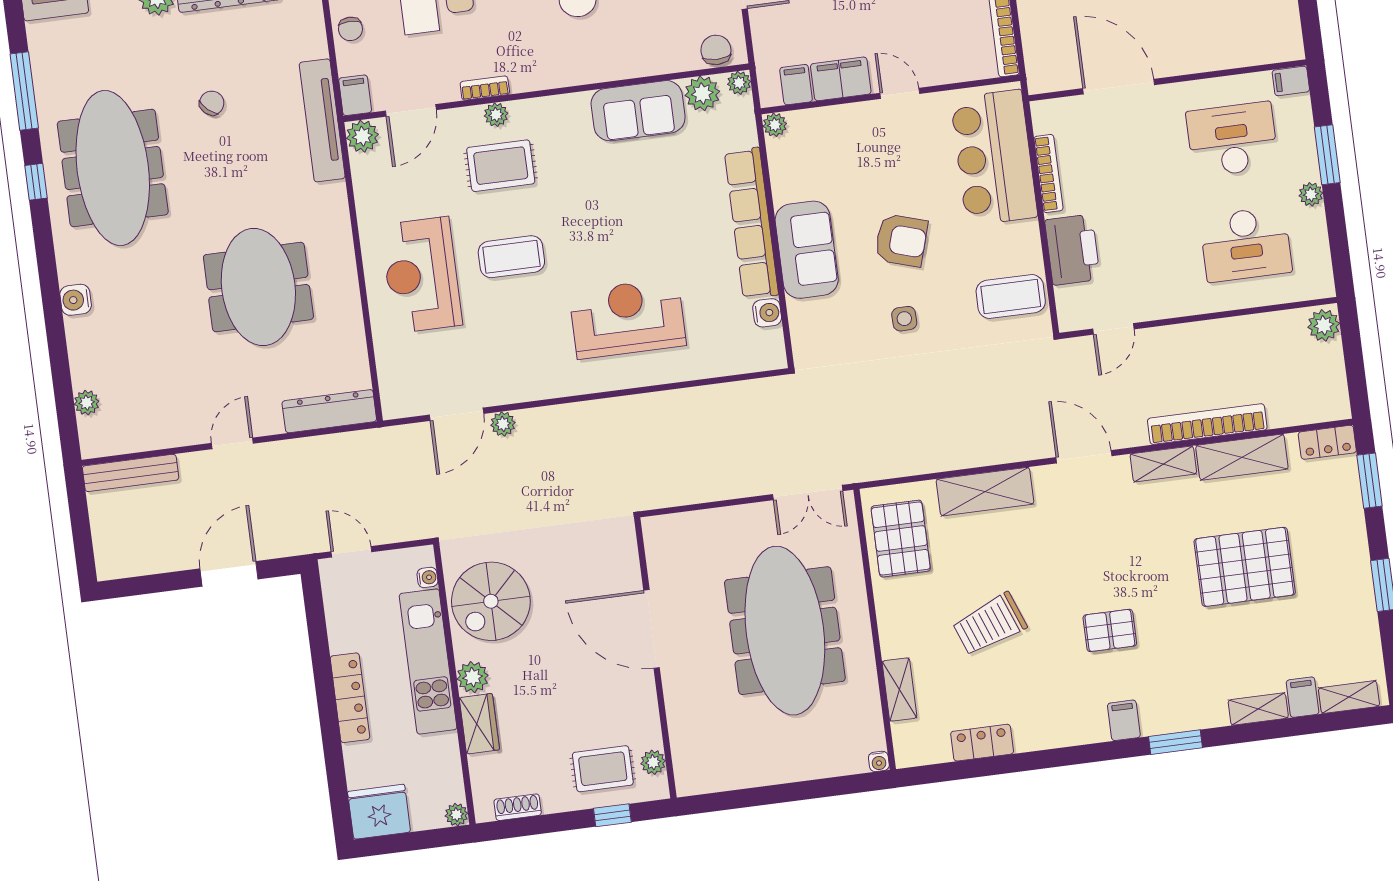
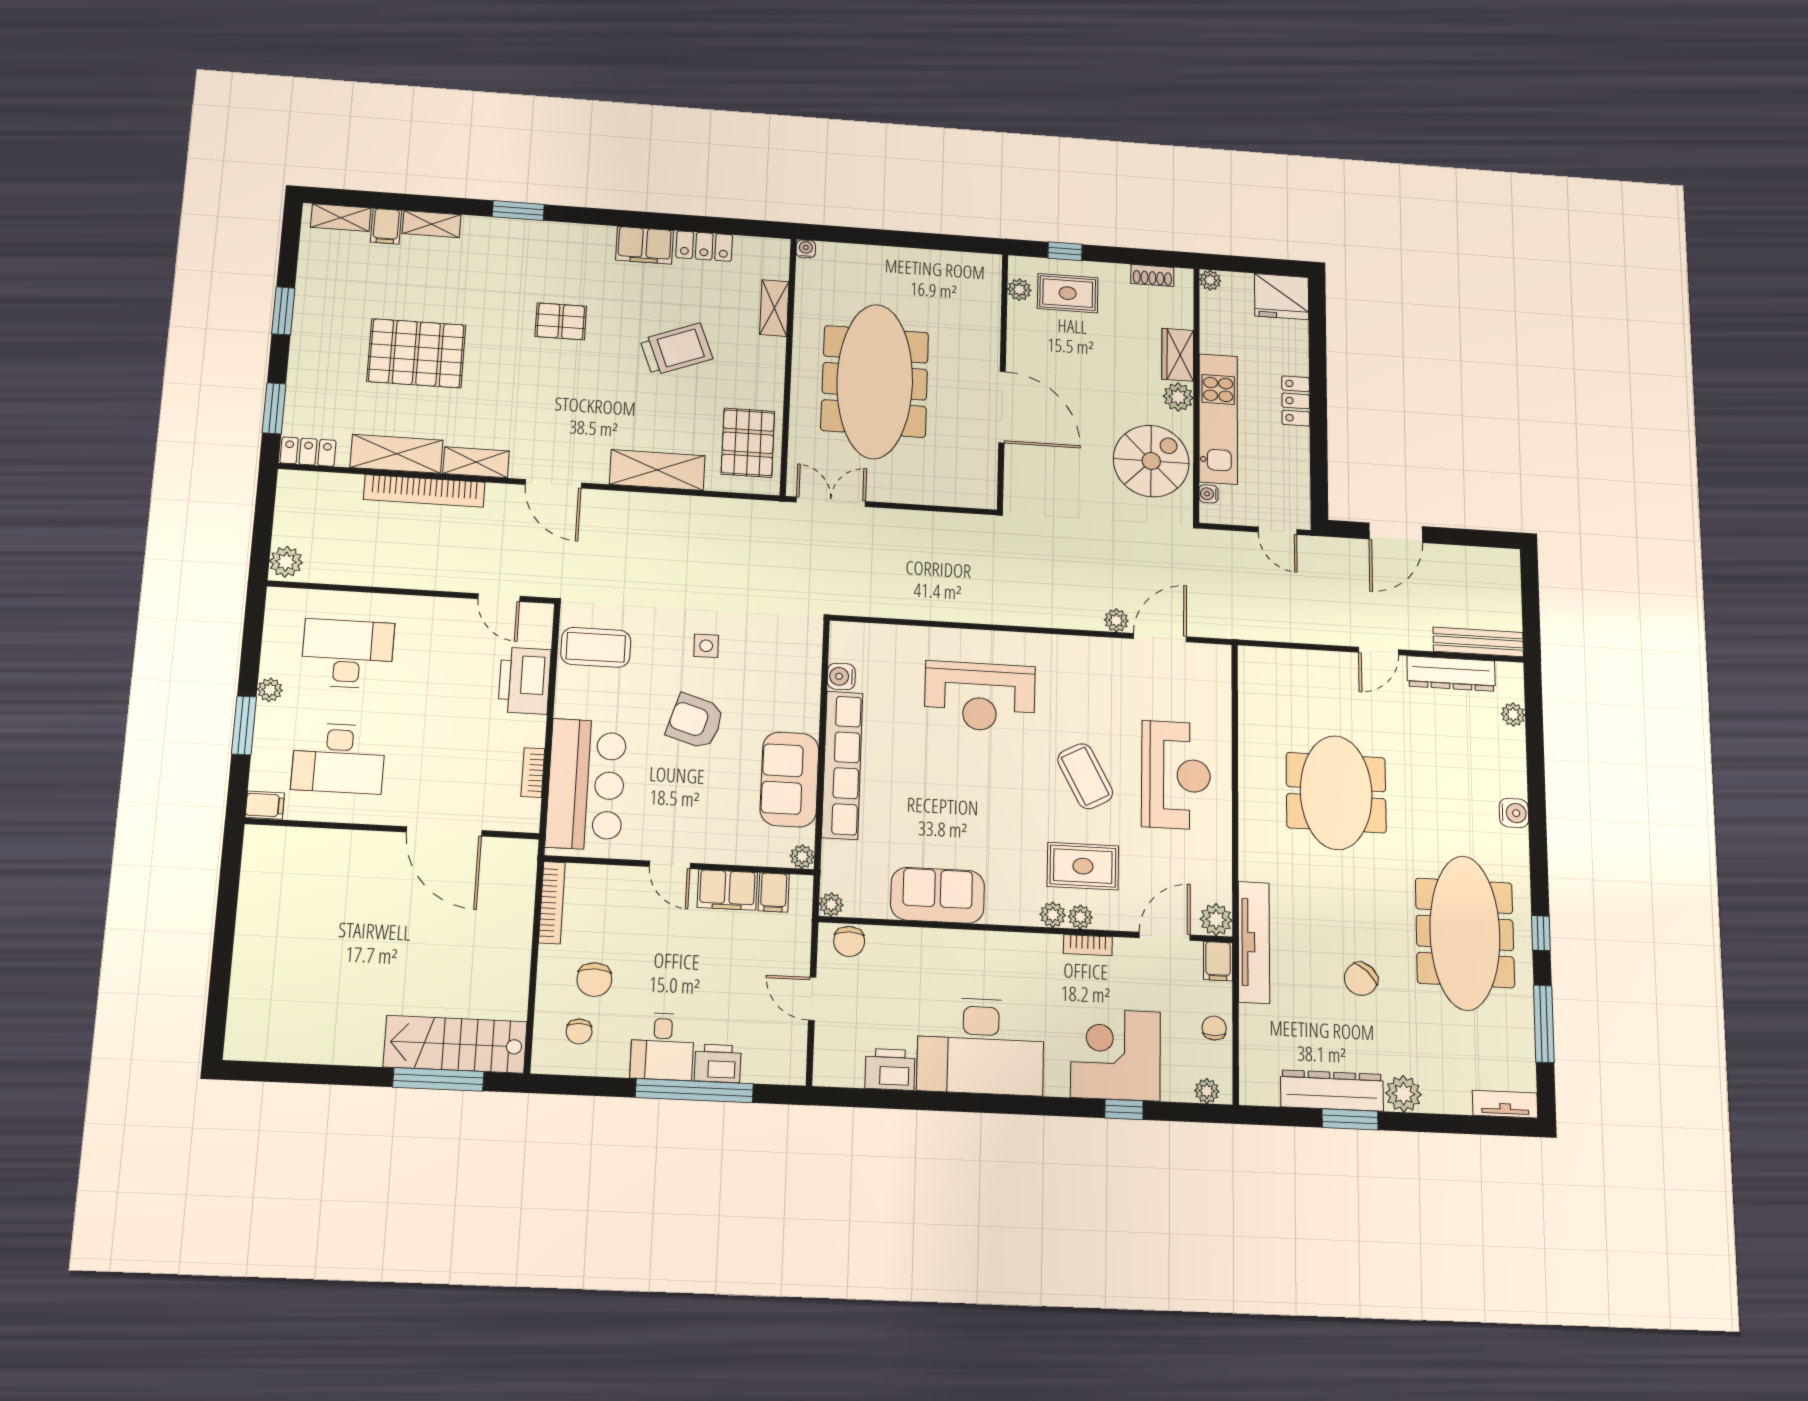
plant: (702, 93) -> (1053, 915), moved, width x0.73, depth x0.73
chair: (212, 103) -> (1361, 979), width x1.37, depth x1.37
bookcase: (1048, 173) -> (533, 773), width x0.64
sofa: (807, 250) -> (789, 779), moved
coffee table: (511, 257) -> (1085, 776), turned 62
door: (1113, 329) -> (499, 598), swing flipped
dresser: (329, 411) -> (1451, 674), moved
locker: (350, 698) -> (1296, 401), width x0.66
filing cabinet: (1124, 720) -> (645, 245), moved, width x2.00

